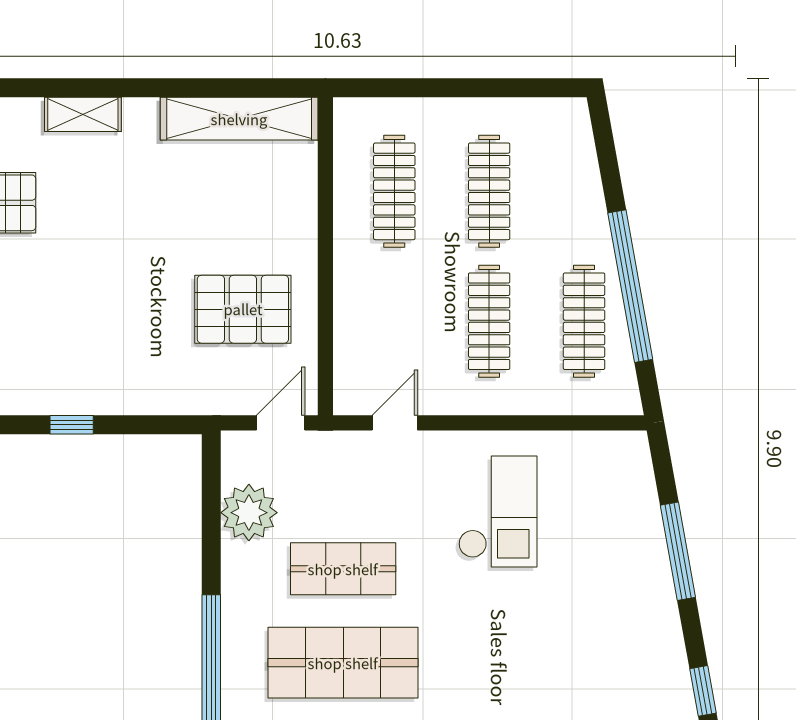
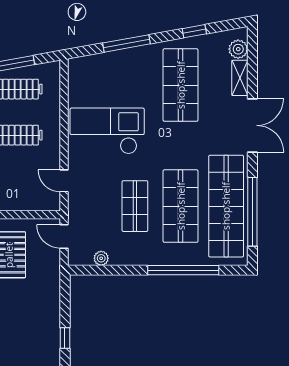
checkout: (498, 511) -> (107, 131), width x1.36, depth x1.21
plant: (249, 513) -> (101, 258), width x0.53, depth x0.53
shop shelf: (592, 663) -> (181, 85), added

